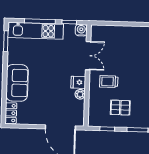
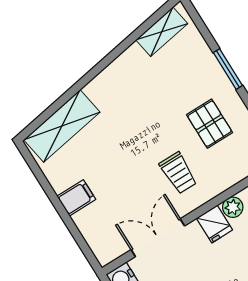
filing cabinet: (126, 33) -> (76, 198), added

